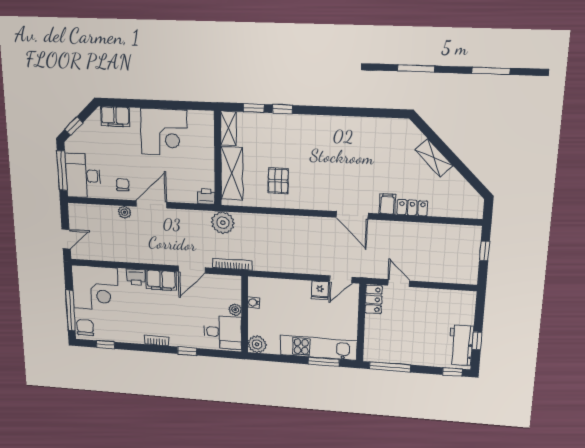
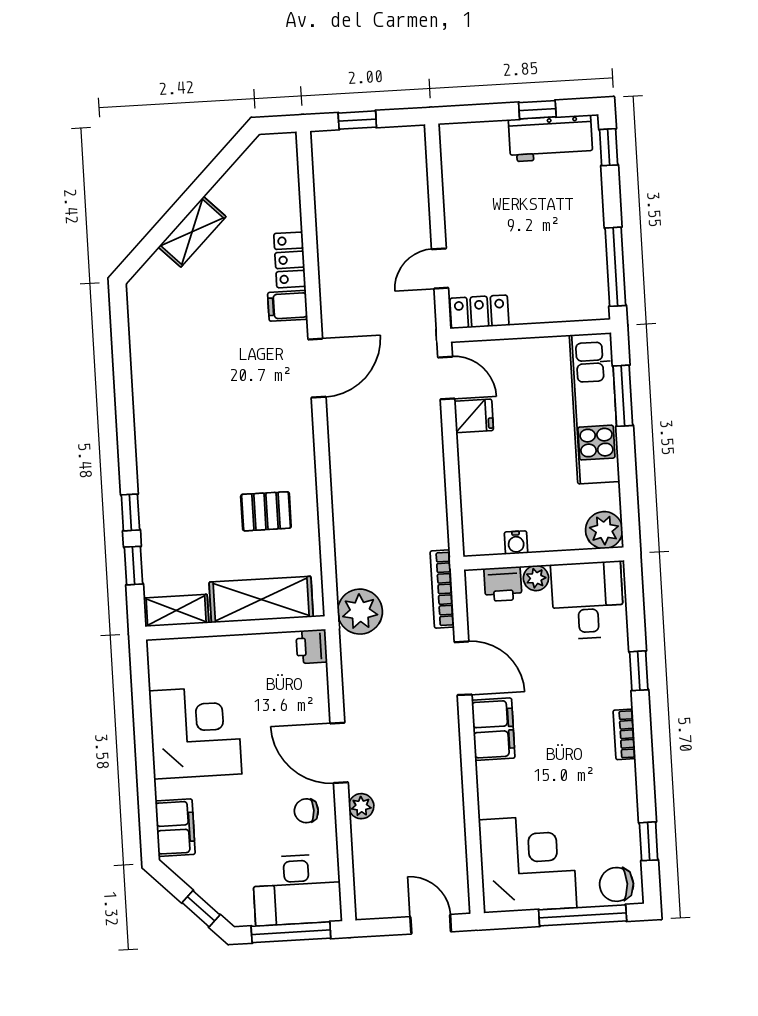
printer: (136, 277) -> (503, 584), moved, turned 90

